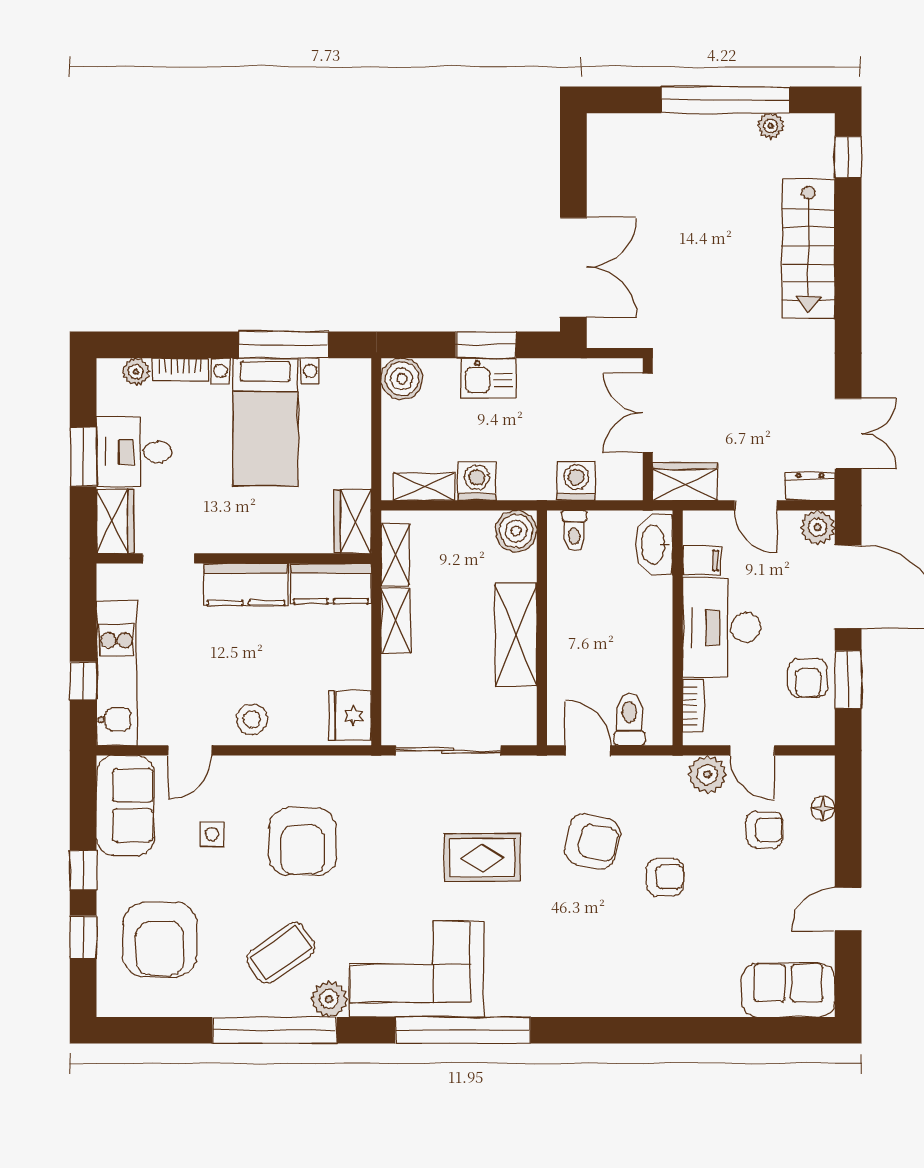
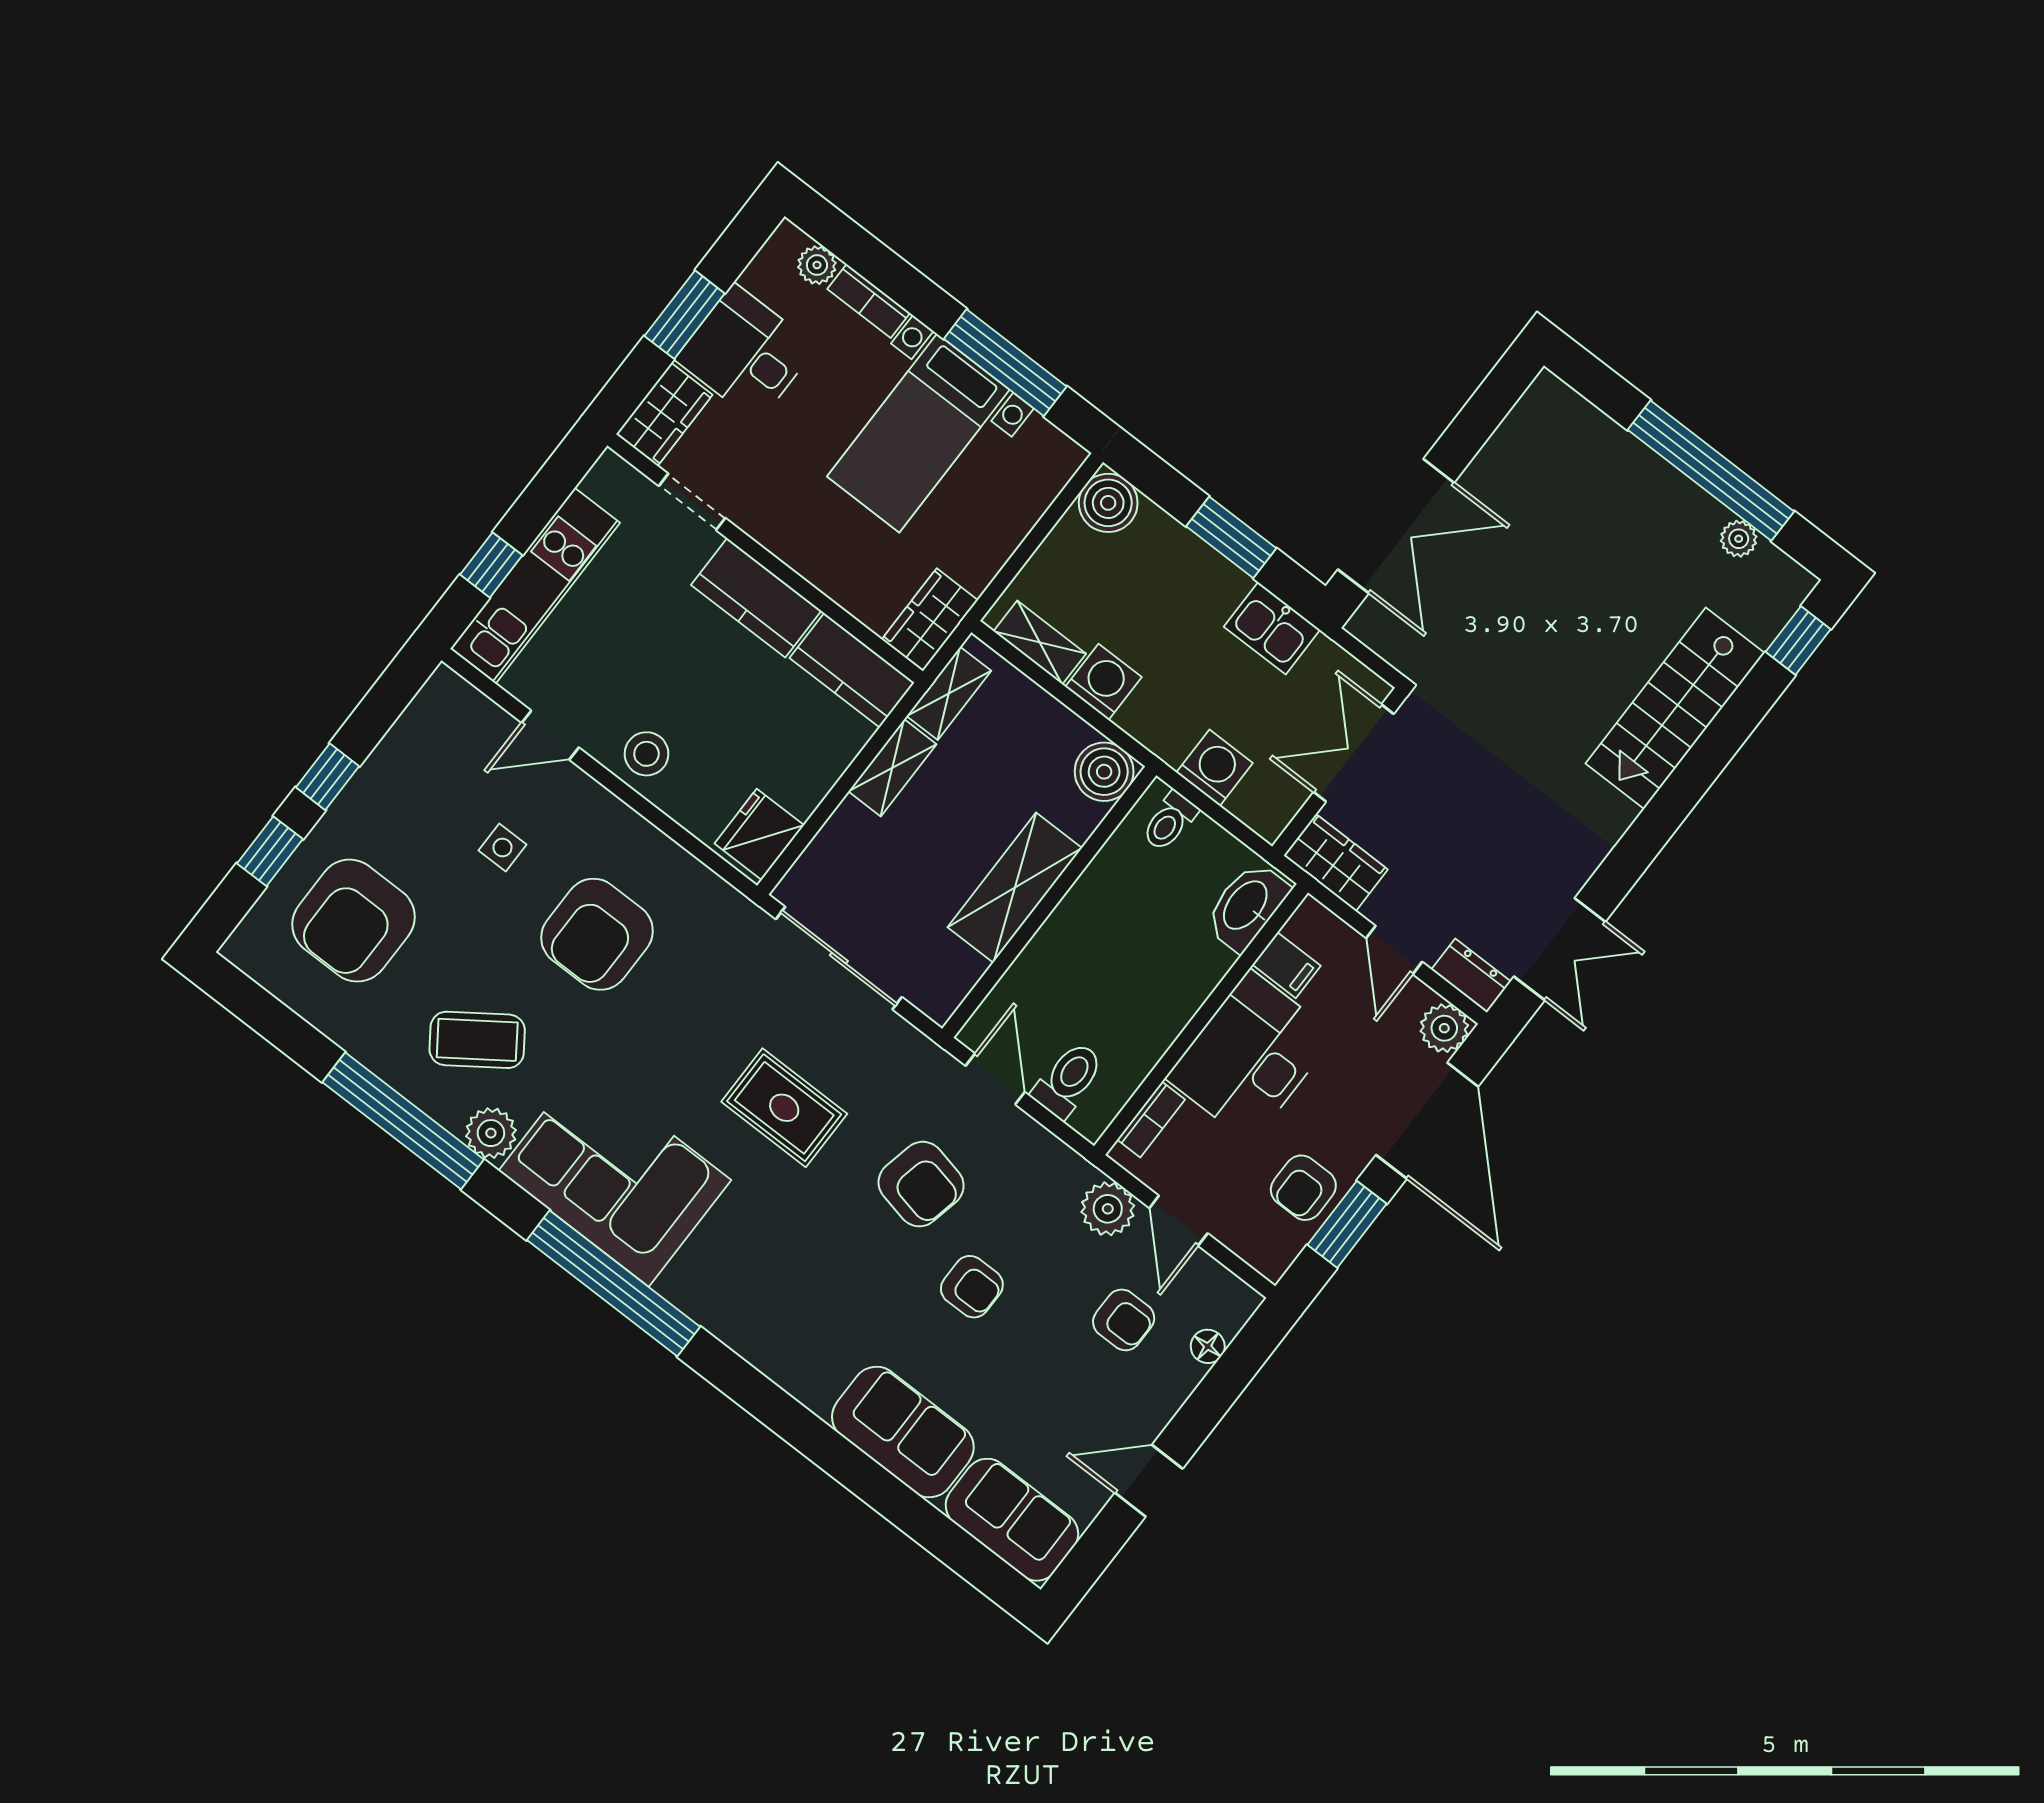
kitchen sink: (488, 378) -> (1272, 628), moved
sofa: (125, 805) -> (903, 1432), moved, turned -90

